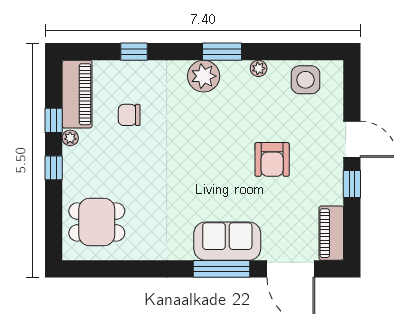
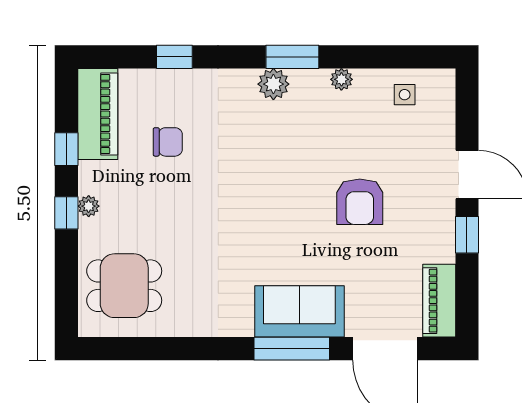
plant: (204, 76) -> (273, 84), width x0.73, depth x0.73
side table: (305, 80) -> (405, 95), width x0.54, depth x0.54
chair: (129, 115) -> (168, 142), turned 180
plant: (70, 138) -> (89, 206), moved

